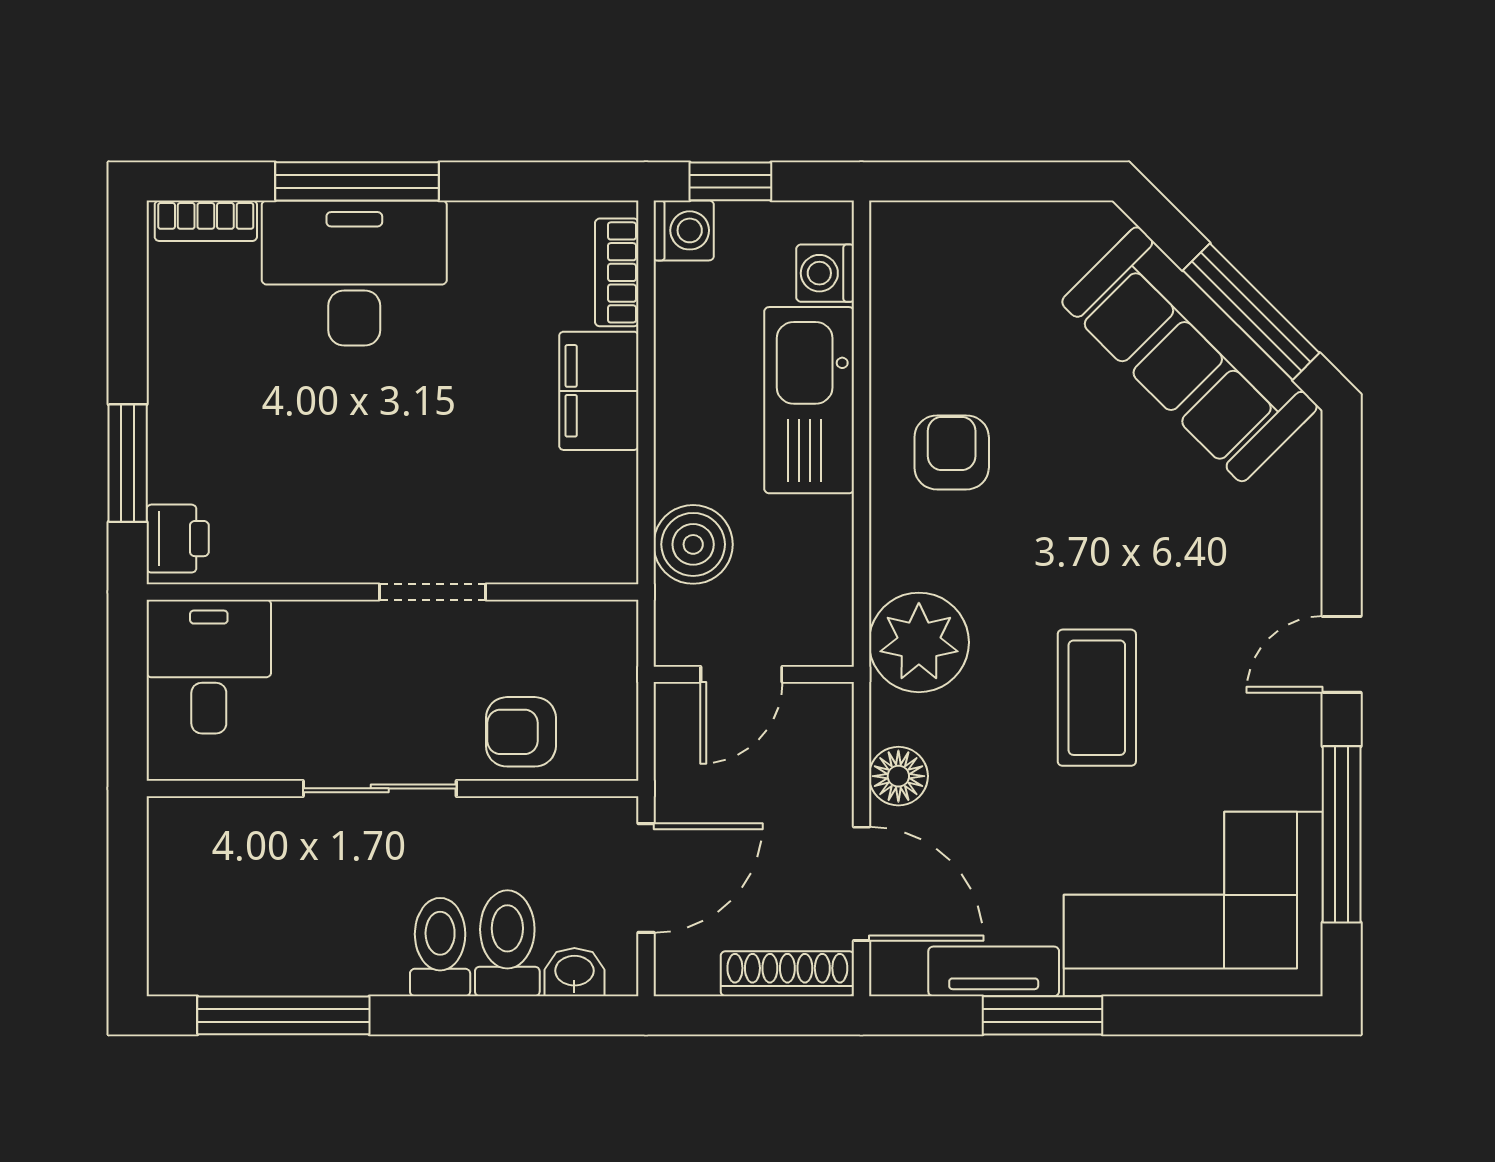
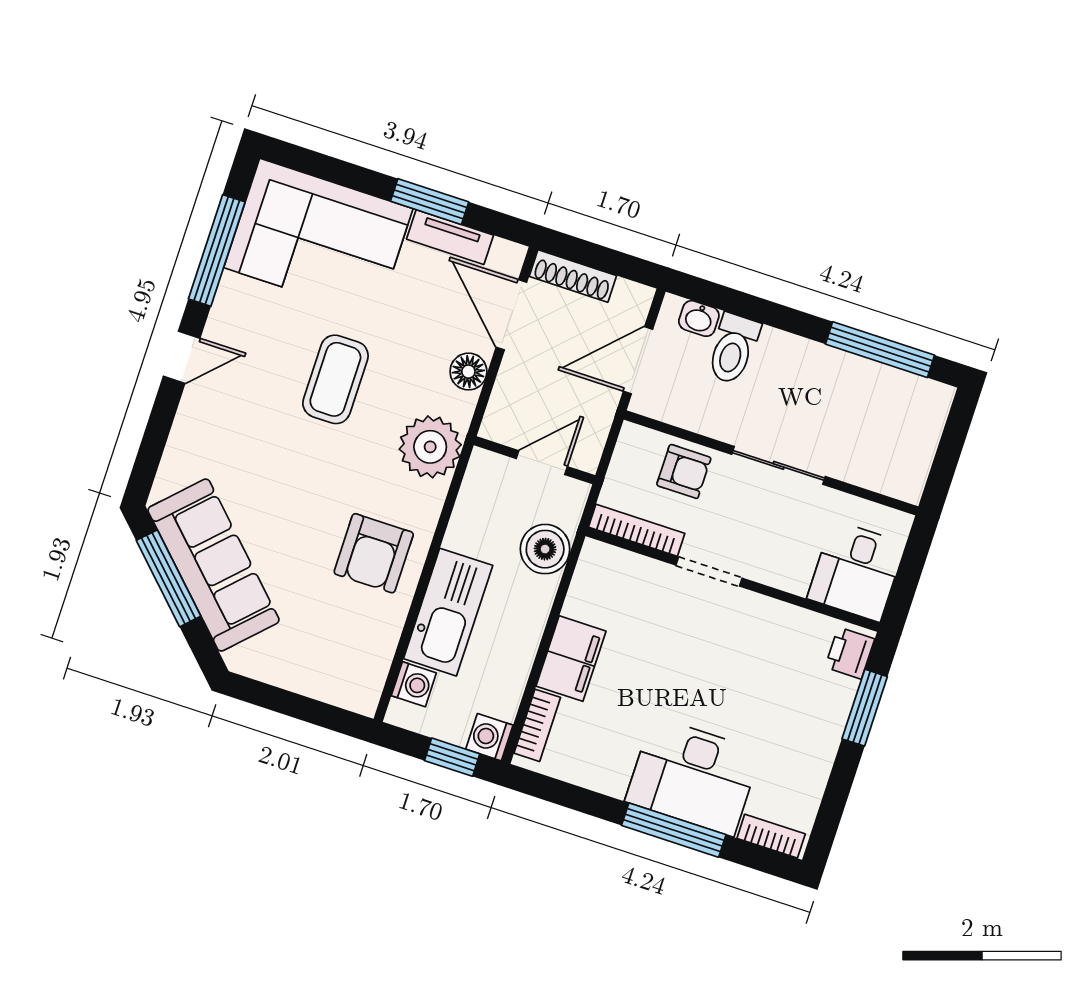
armchair: (952, 452) -> (374, 553), width x1.38, depth x1.38
bookcase: (563, 619) -> (637, 530), added
toilet: (440, 947) -> (774, 360), removed

